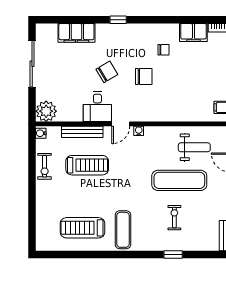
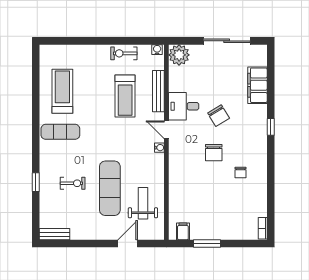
filing cabinet: (193, 33) -> (258, 202), removed
weight bench: (194, 147) -> (143, 203), turned 180

